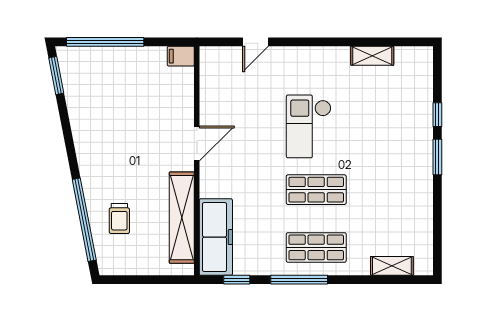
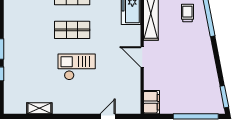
filing cabinet: (181, 56) -> (151, 102), width x2.00
checkout: (309, 126) -> (77, 67), turned -90
door: (197, 144) -> (142, 57), hinge flipped

